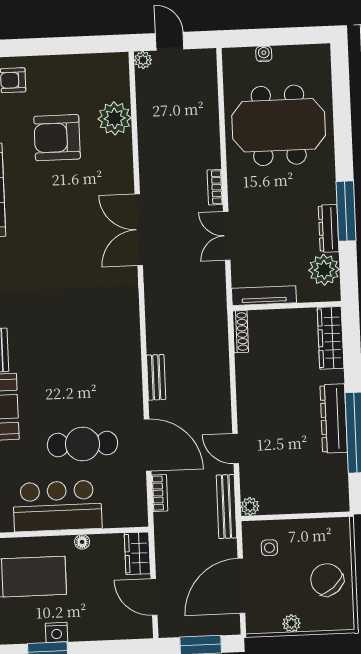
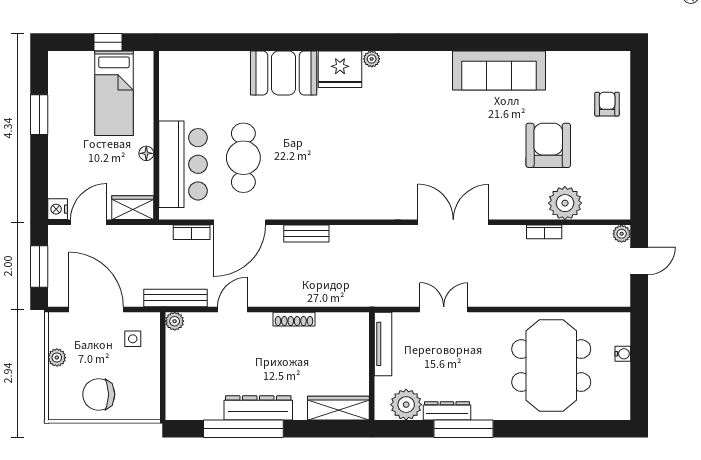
bookcase: (215, 187) -> (544, 232), moved, turned 180
shoe rack: (241, 332) -> (294, 319), moved
bar counter: (57, 506) -> (183, 164), moved
chair: (327, 580) -> (99, 394), turned -139
nightstand: (57, 632) -> (58, 209), moved

